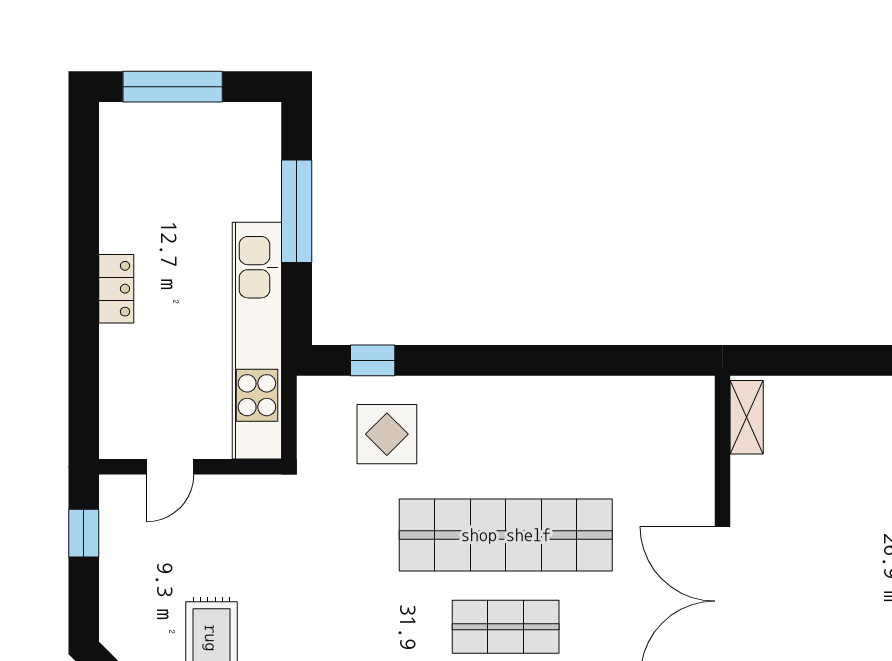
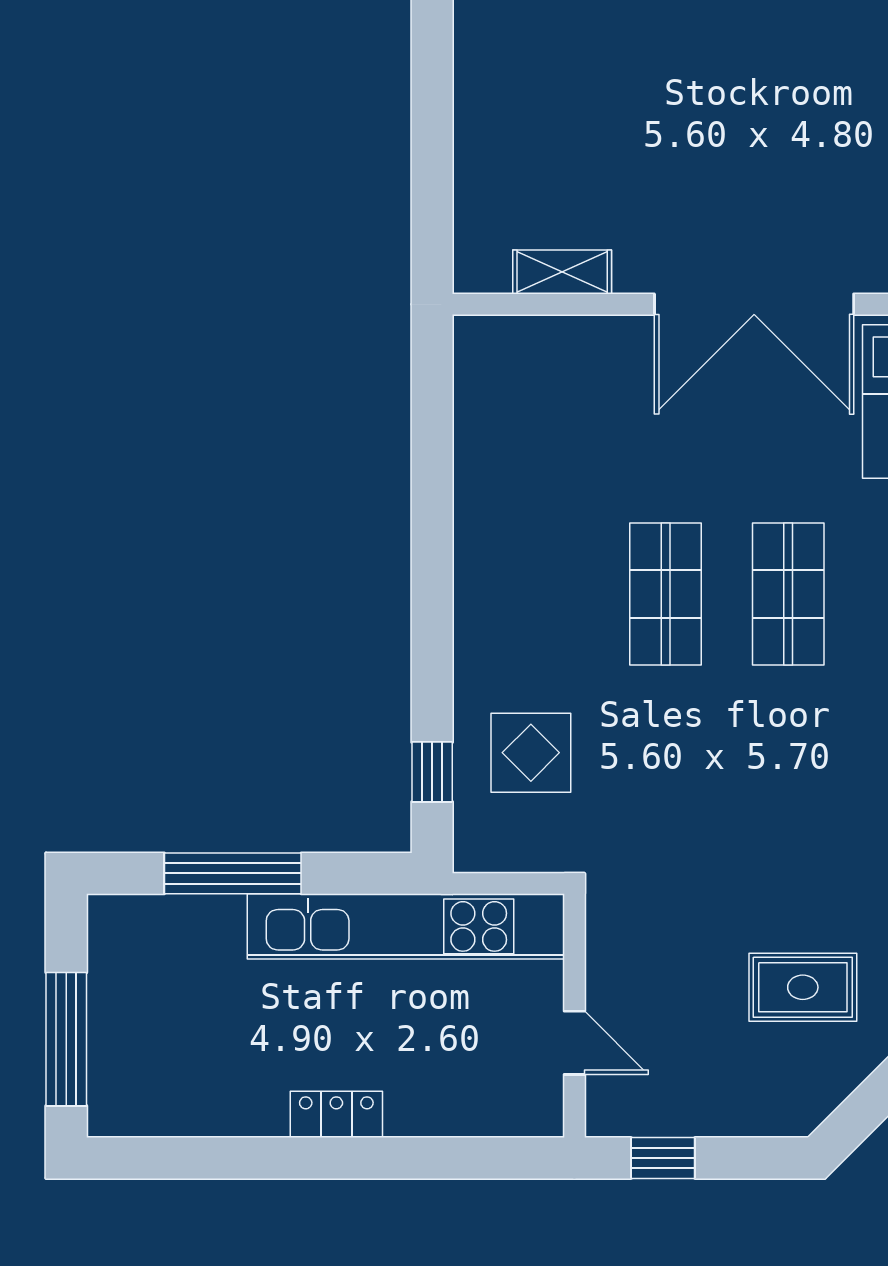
shelving: (747, 417) -> (562, 272), moved
shop shelf: (506, 535) -> (666, 594), width x0.50, depth x0.74

